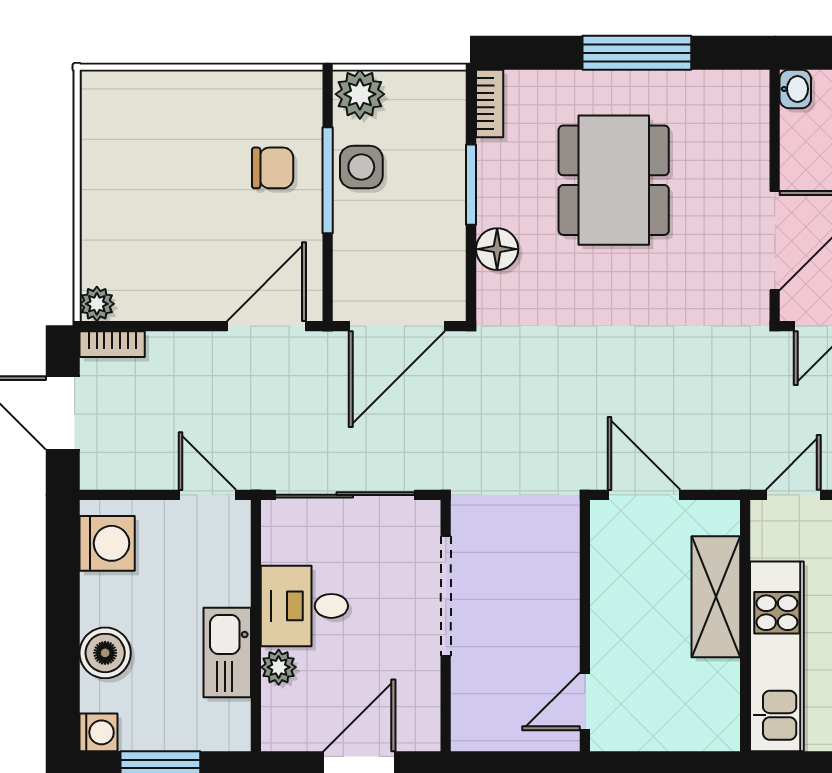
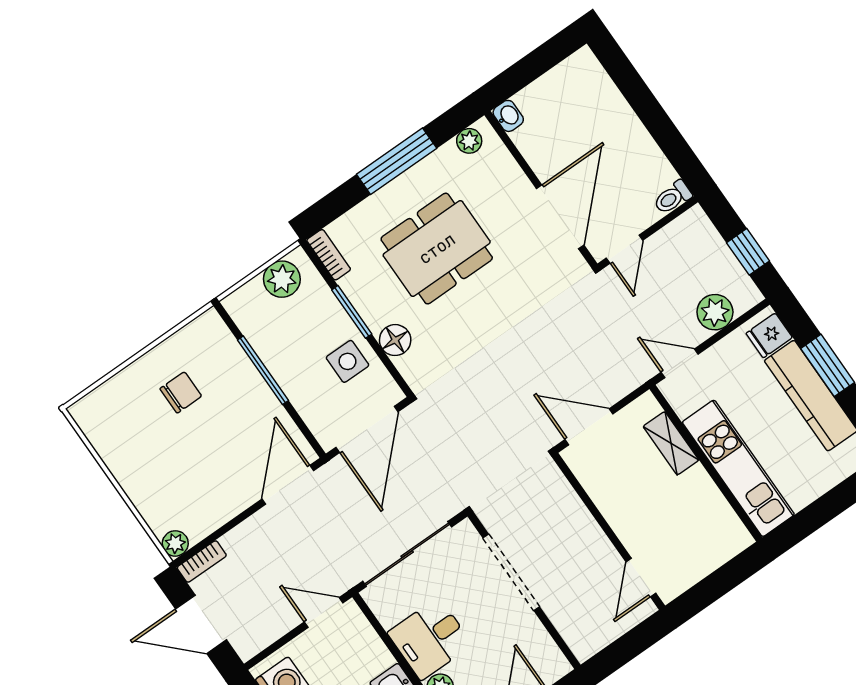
plant: (733, 86) -> (469, 141), added
plant: (360, 94) -> (282, 279), moved
side table: (361, 167) -> (347, 361), moved
chair: (273, 168) -> (181, 392), moved
dining table: (614, 180) -> (437, 249), turned 90
door: (793, 495) -> (680, 363), hinge flipped
shelving: (716, 597) -> (671, 443), width x0.67, depth x0.75

